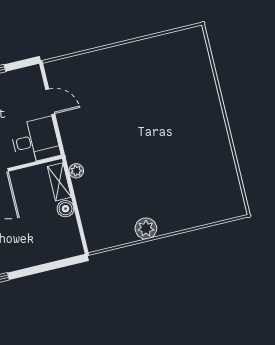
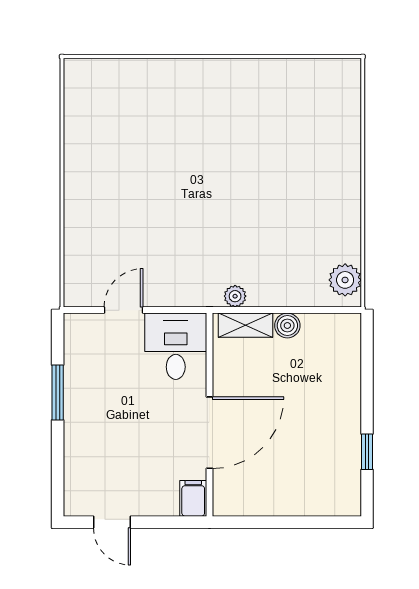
plant: (146, 228) -> (345, 280), moved

